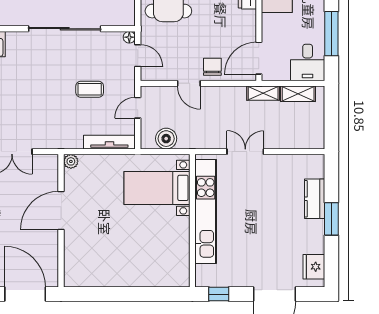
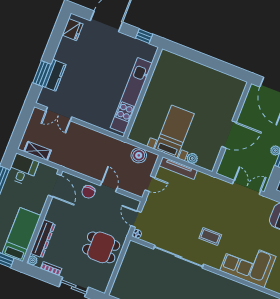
door: (259, 58) -> (55, 185), hinge flipped
coffee table: (90, 89) -> (210, 236), moved
shelving: (263, 93) -> (61, 160), removed
double door: (245, 152) -> (59, 114), moved
plant: (71, 161) -> (192, 158), moved
bed with nightstands: (157, 188) -> (174, 131), moved, turned -90
window: (331, 219) -> (42, 73), moved

